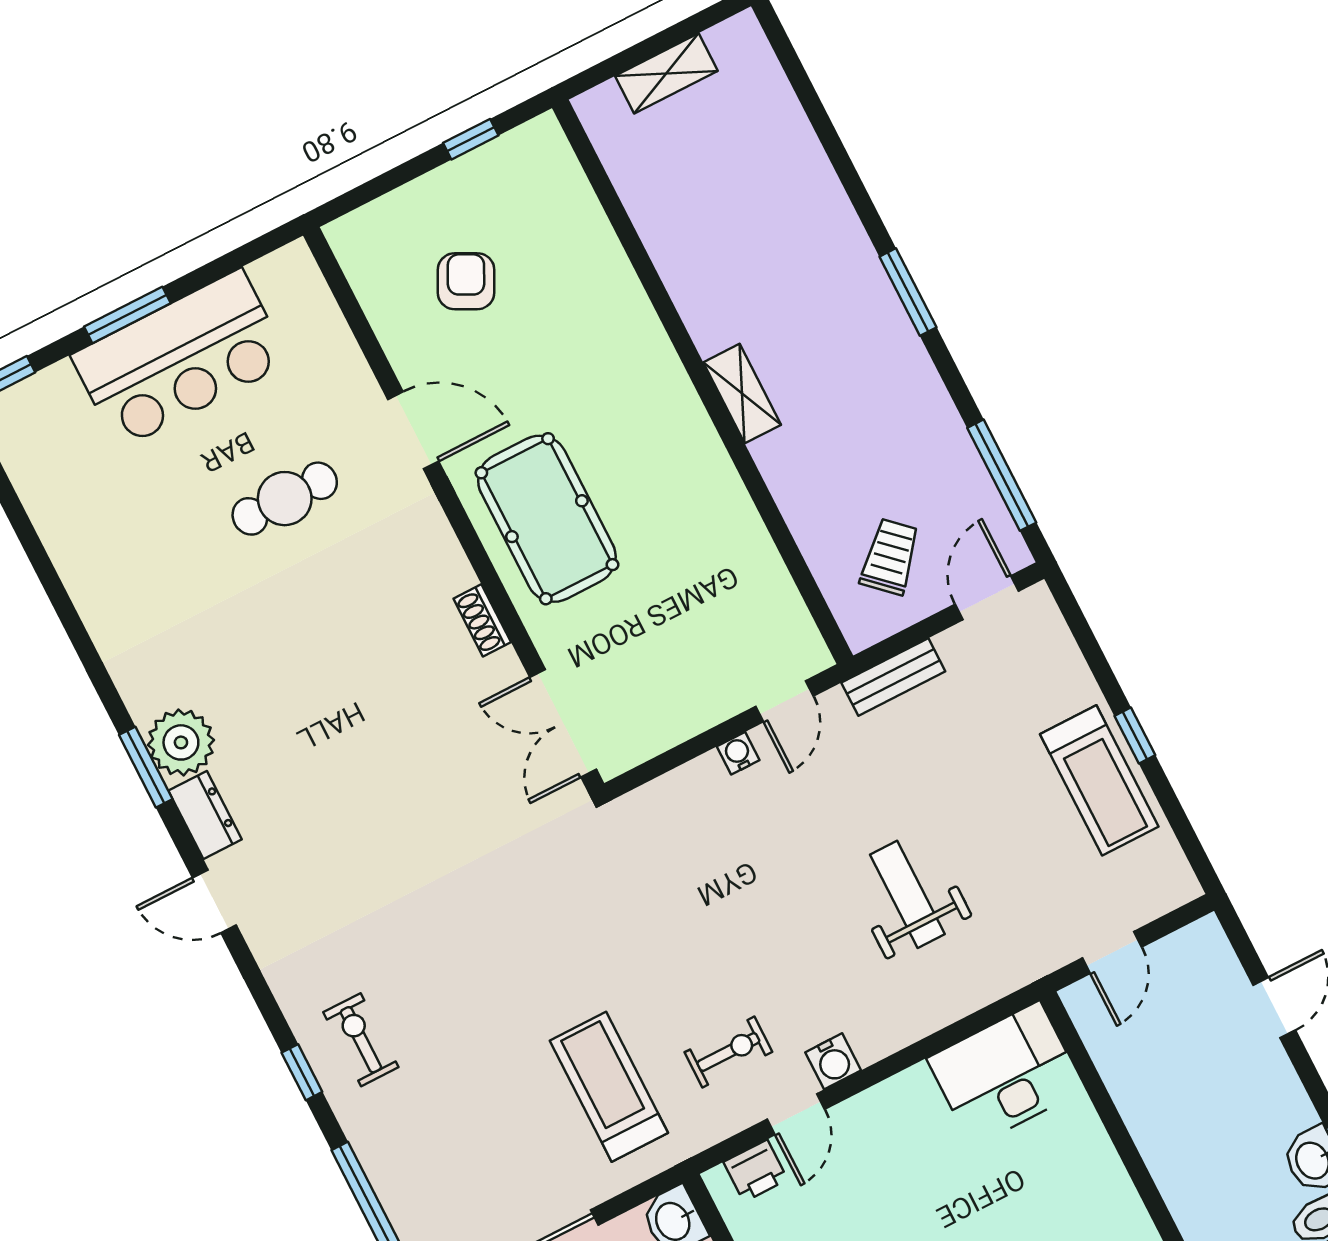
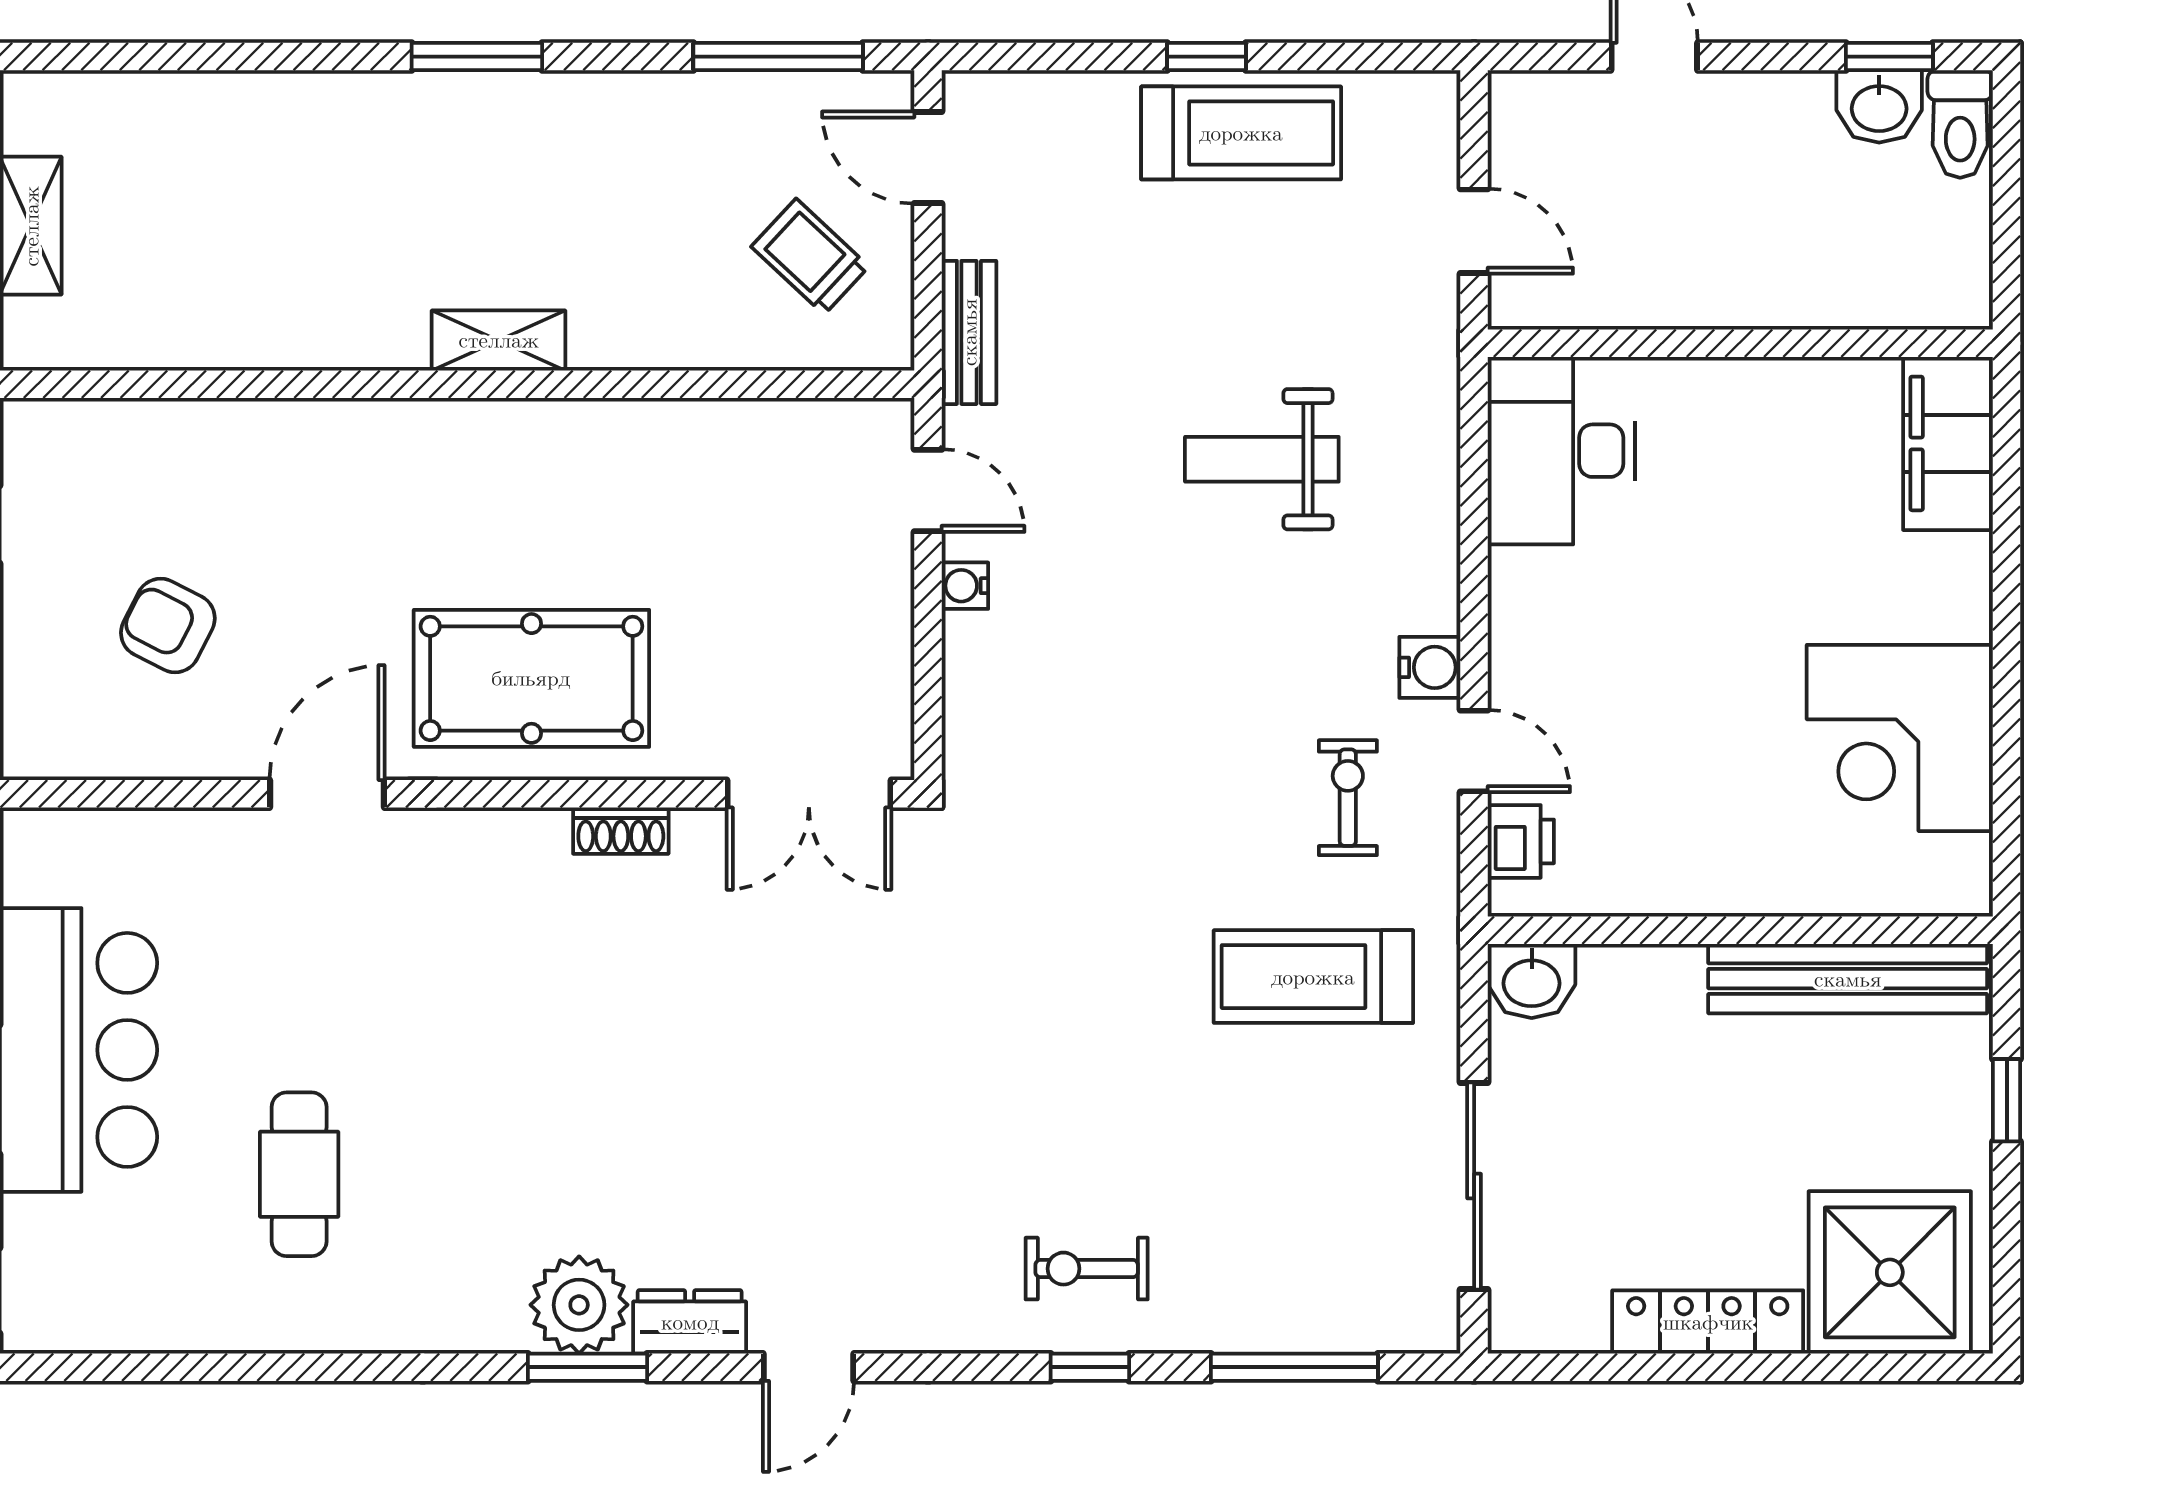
cafe table: (285, 499) -> (299, 1174), moved

